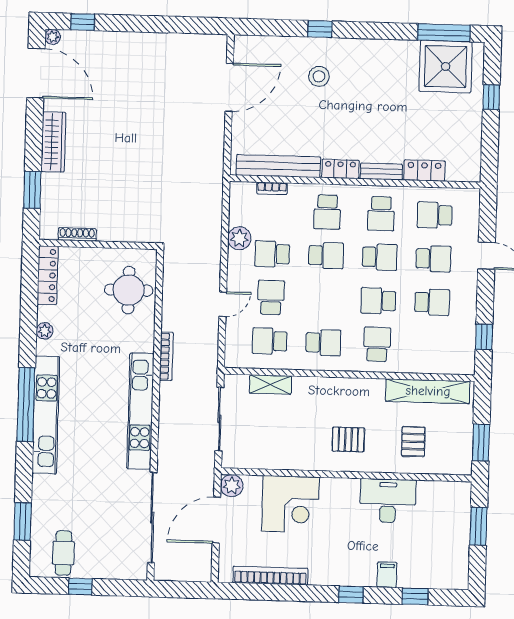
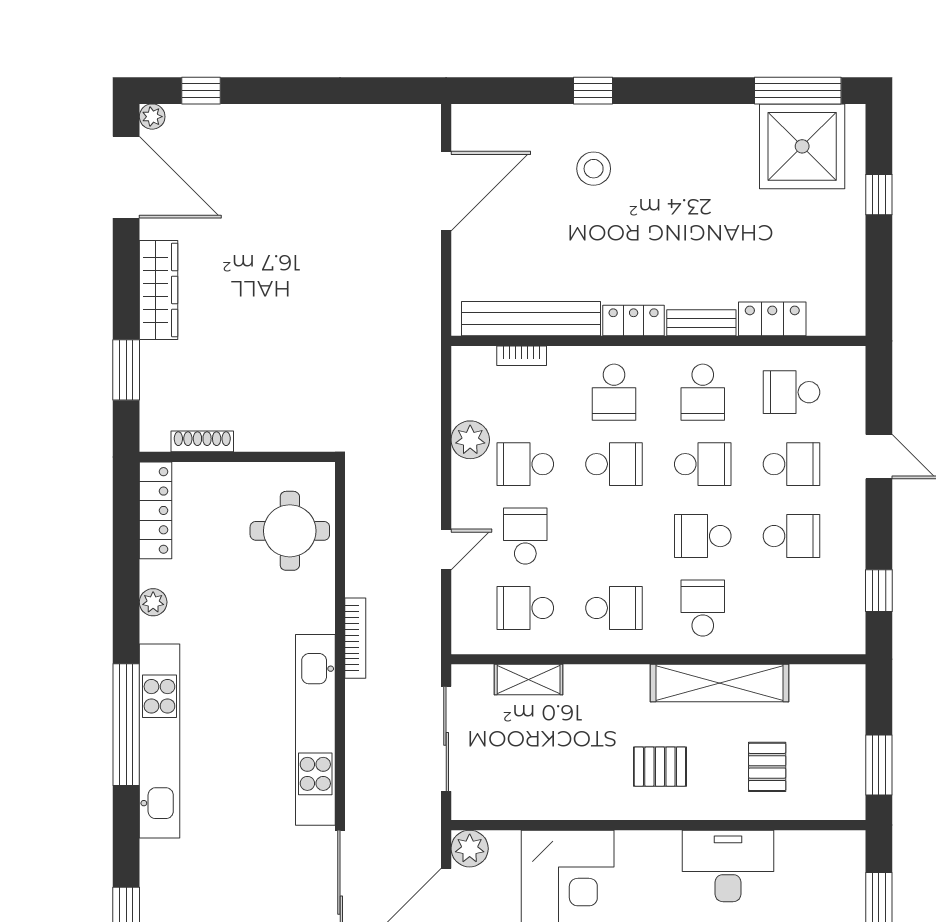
shelving: (428, 391) -> (719, 683), moved

